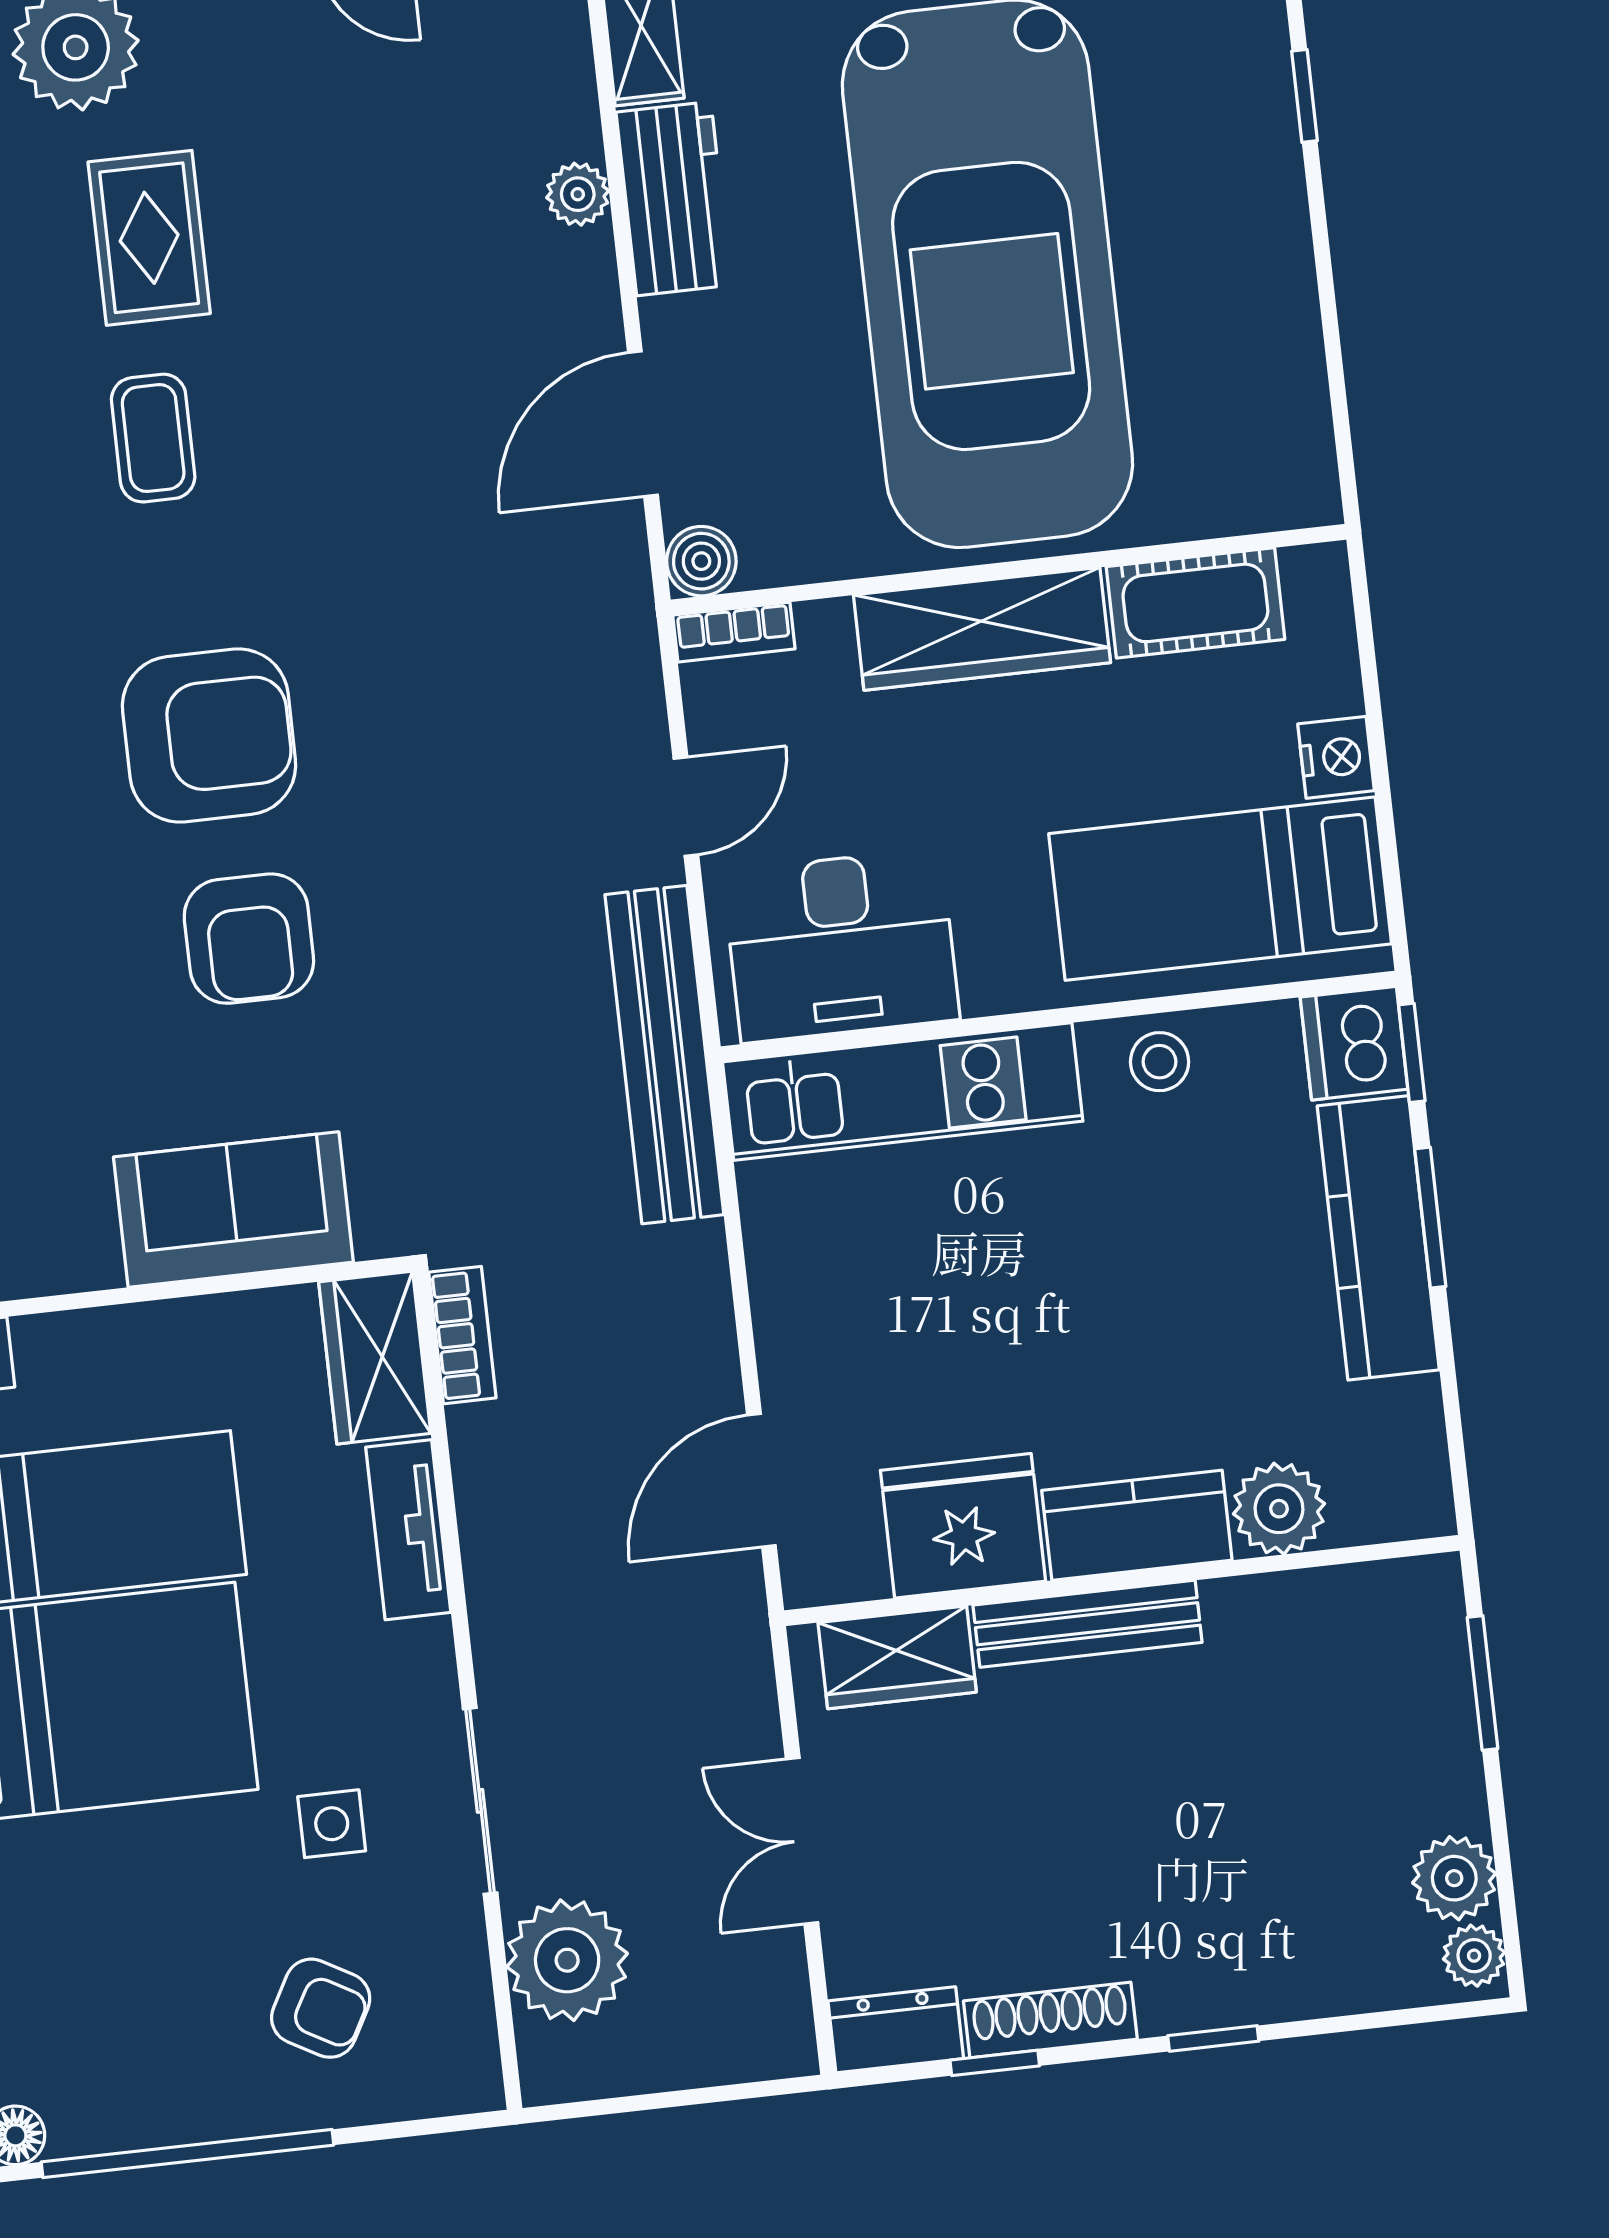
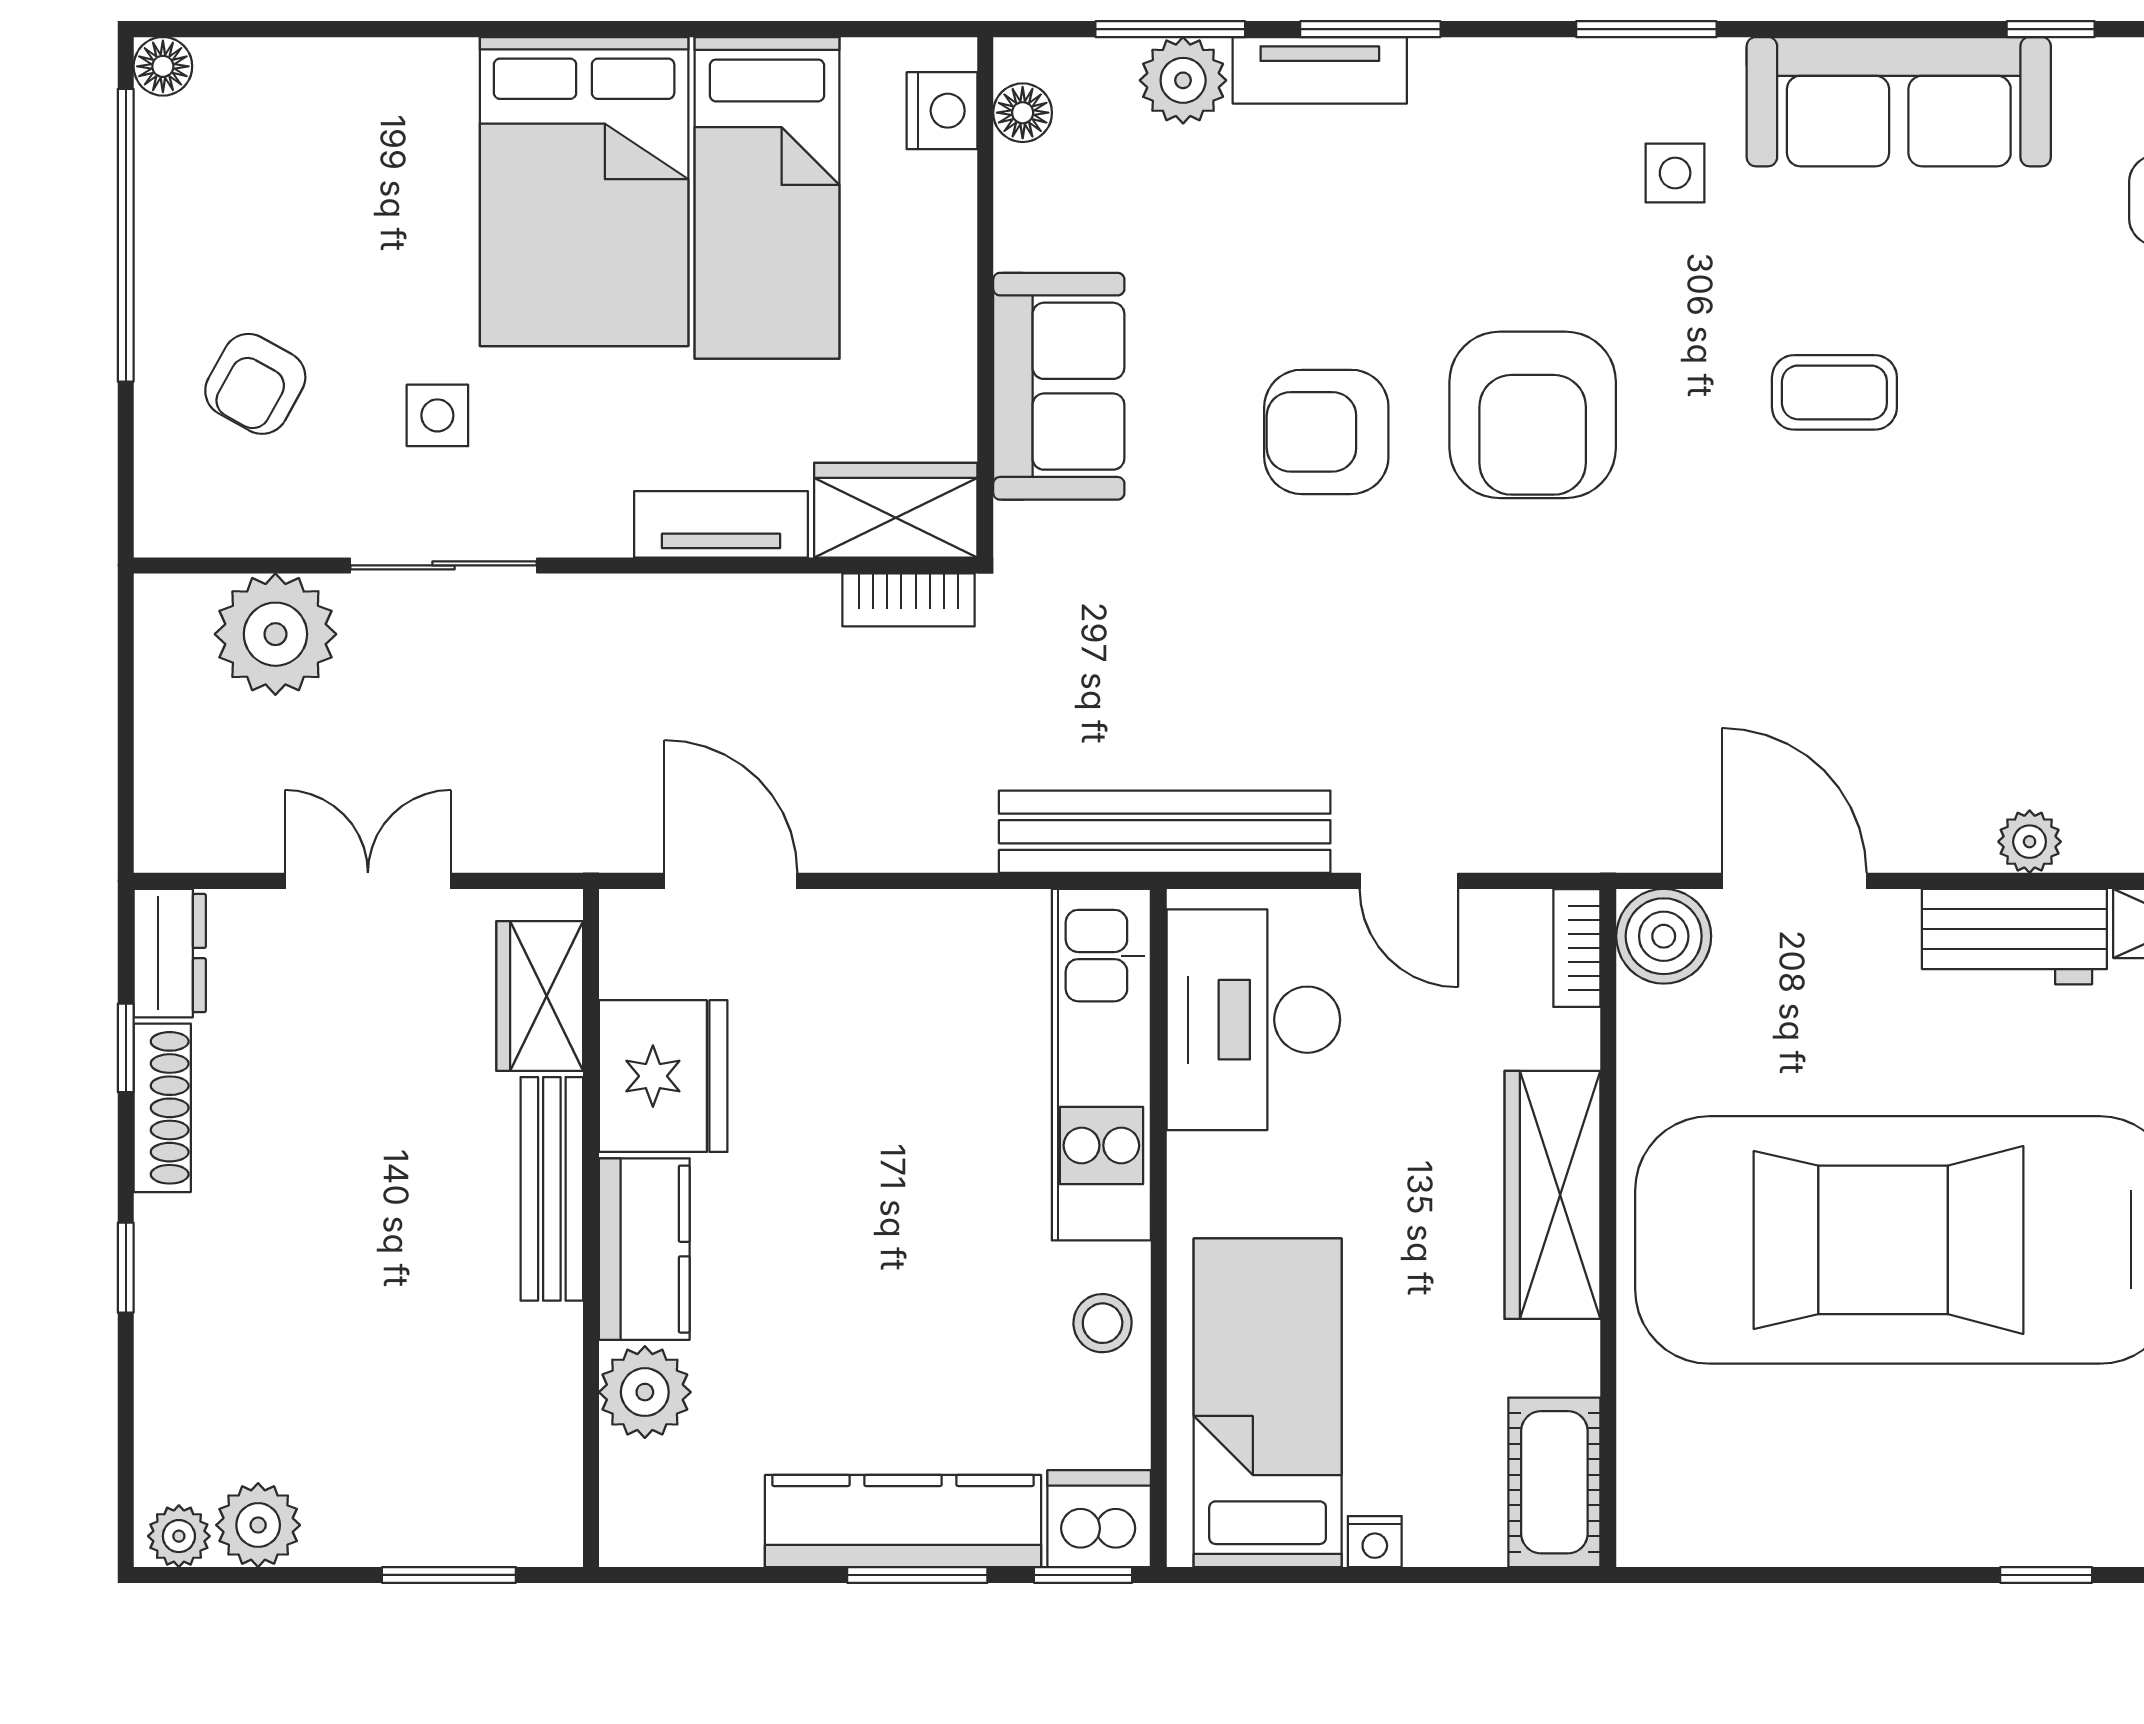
rug: (149, 238) -> (2034, 411), removed
boiler: (701, 561) -> (1664, 936), width x1.36, depth x1.36
cot: (1195, 603) -> (1554, 1482), moved
nightstand: (1336, 757) -> (1375, 1542), width x0.72, depth x0.74

